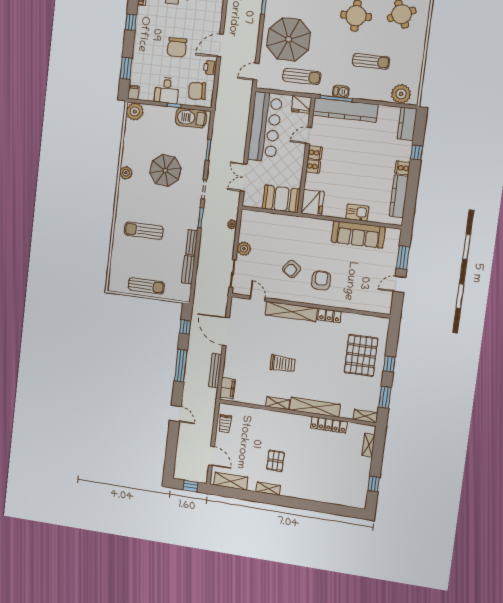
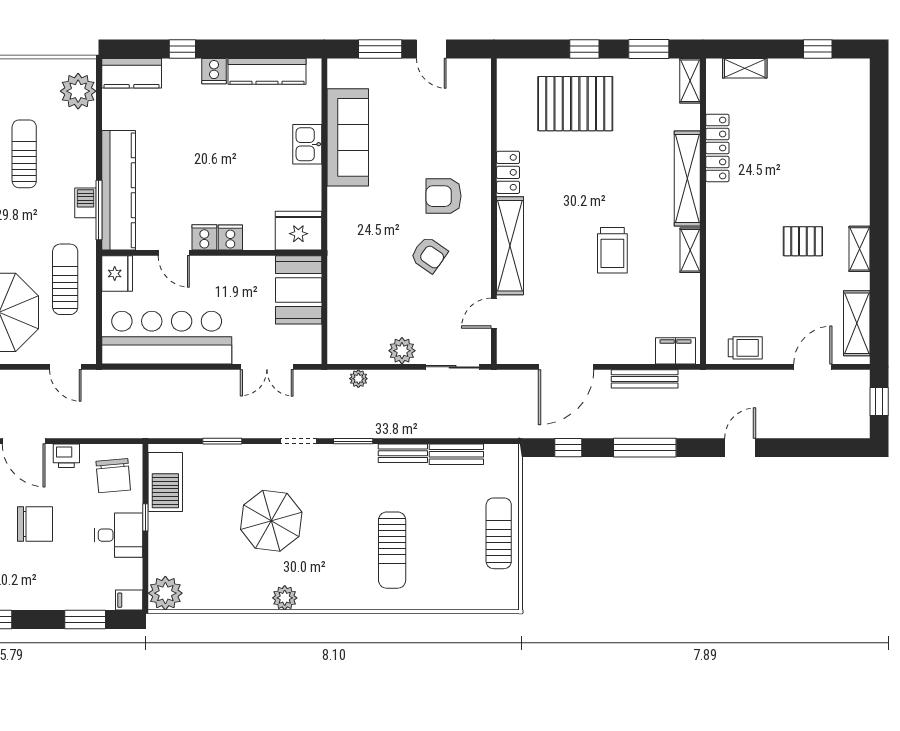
trolley: (283, 364) -> (612, 250), turned 180

